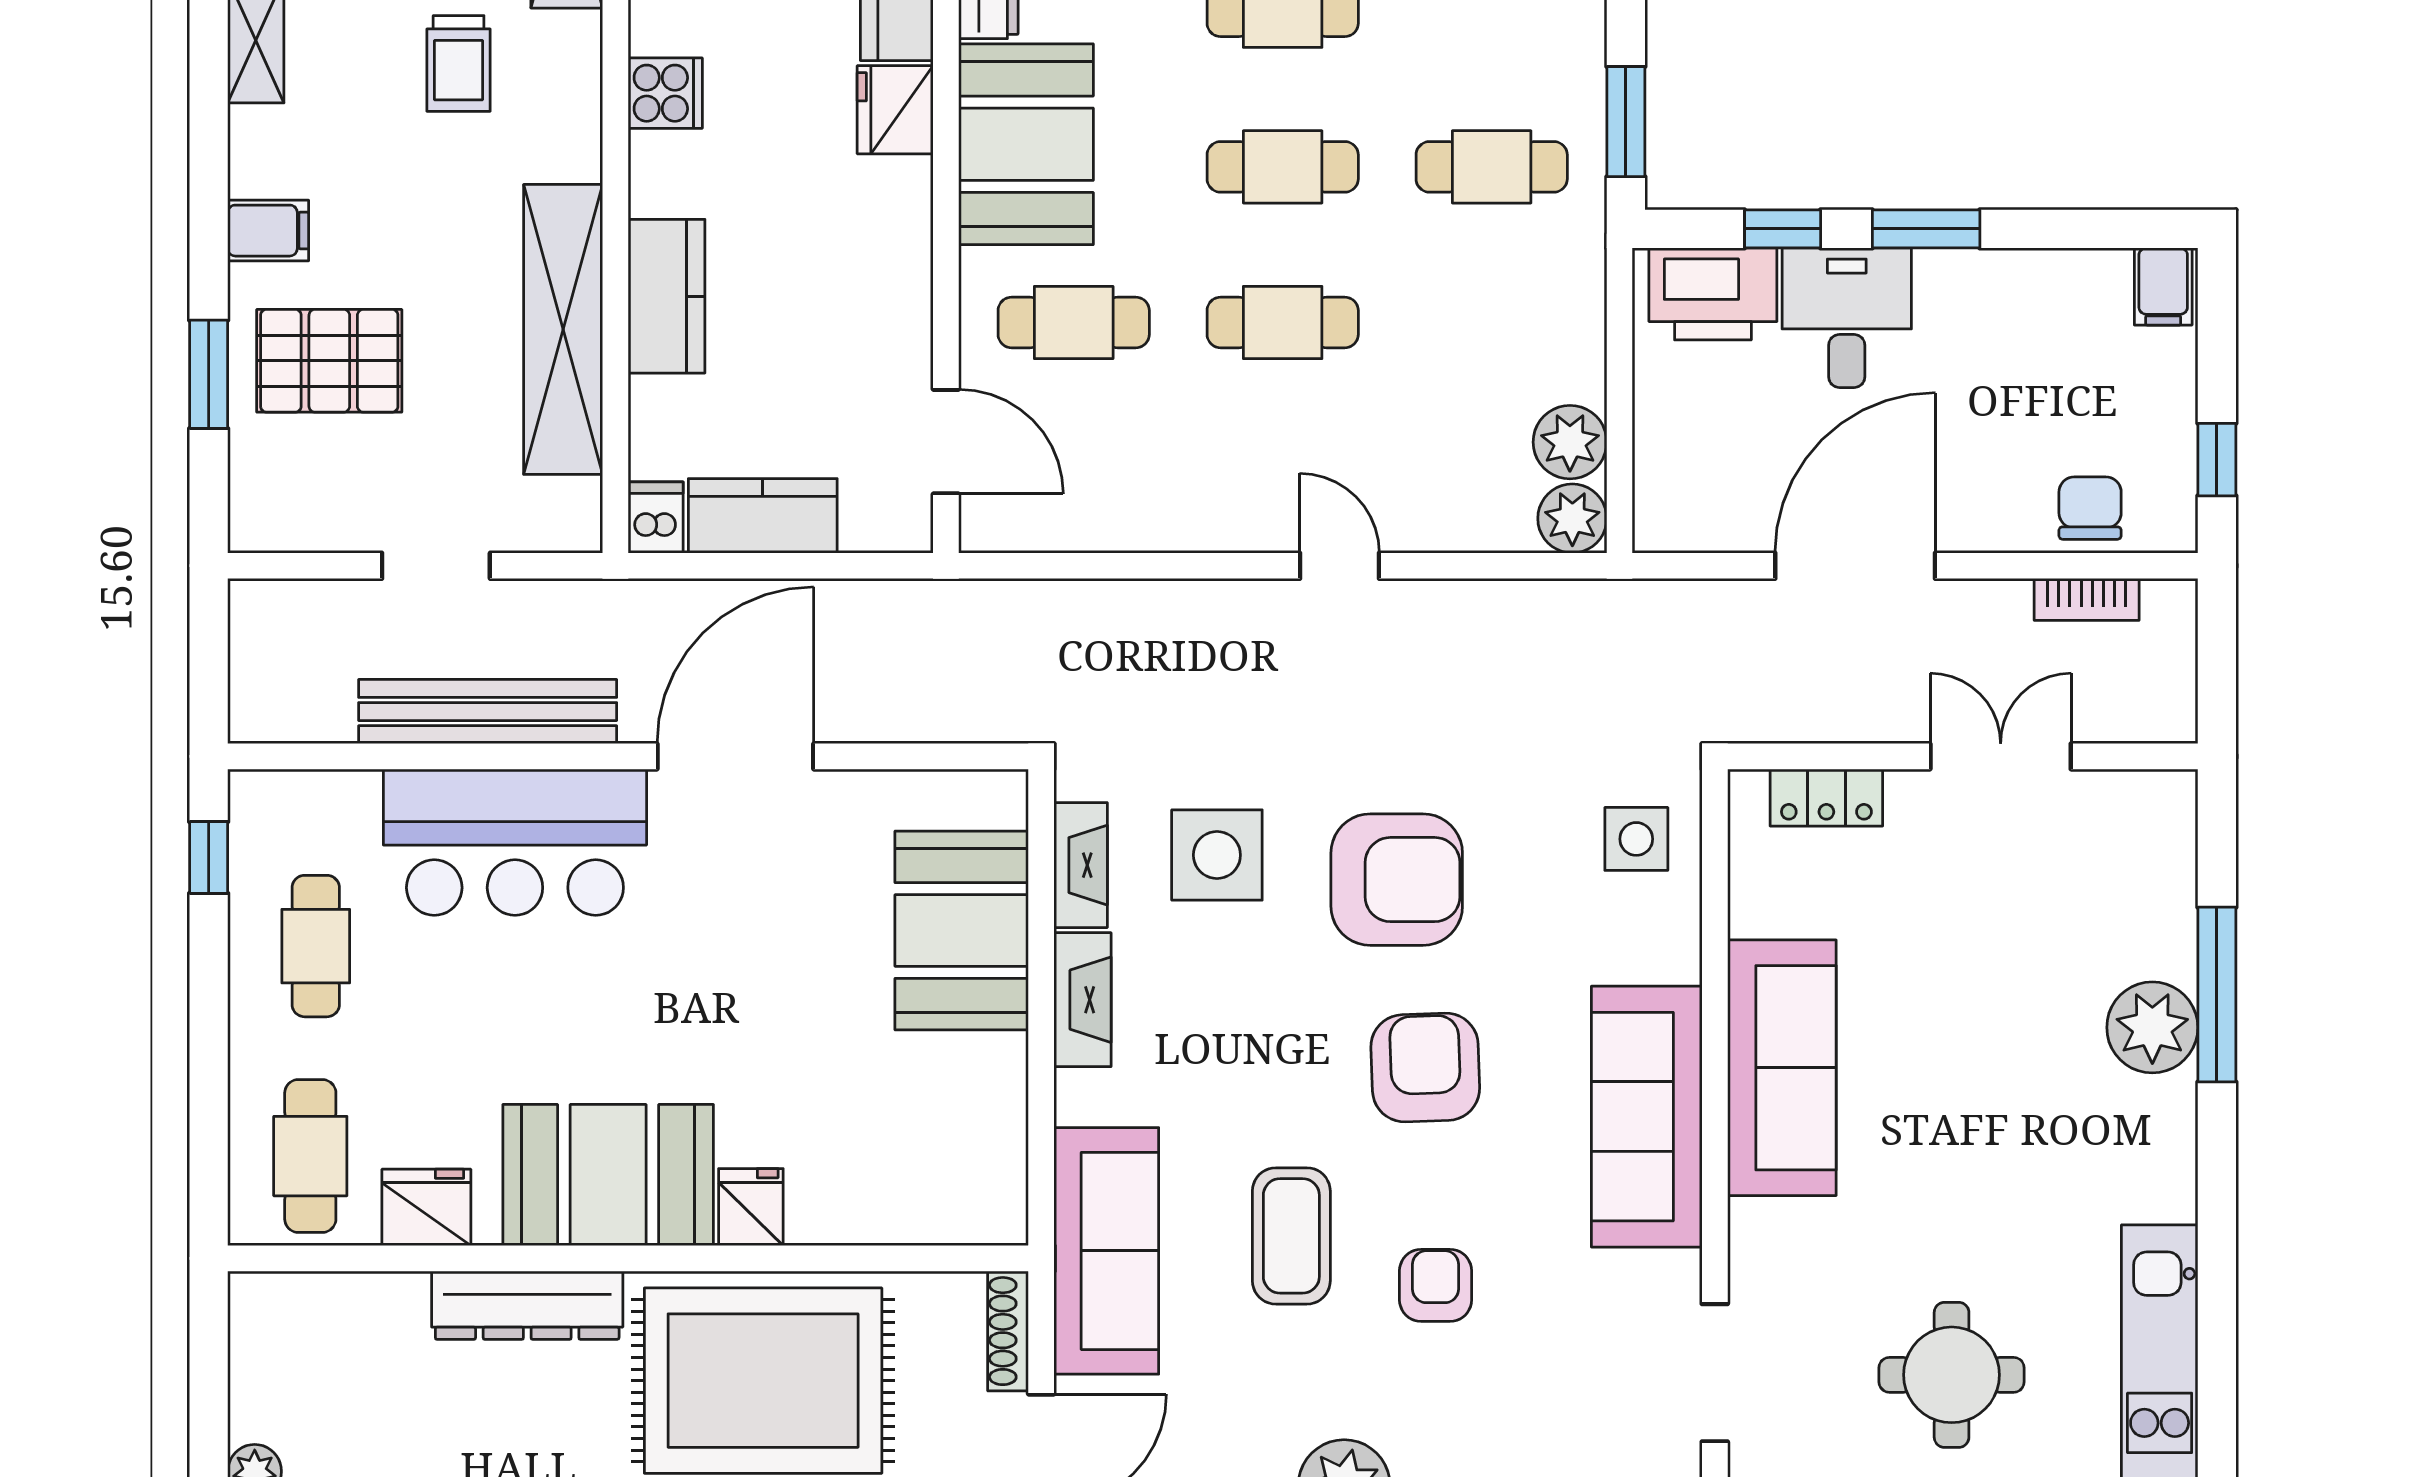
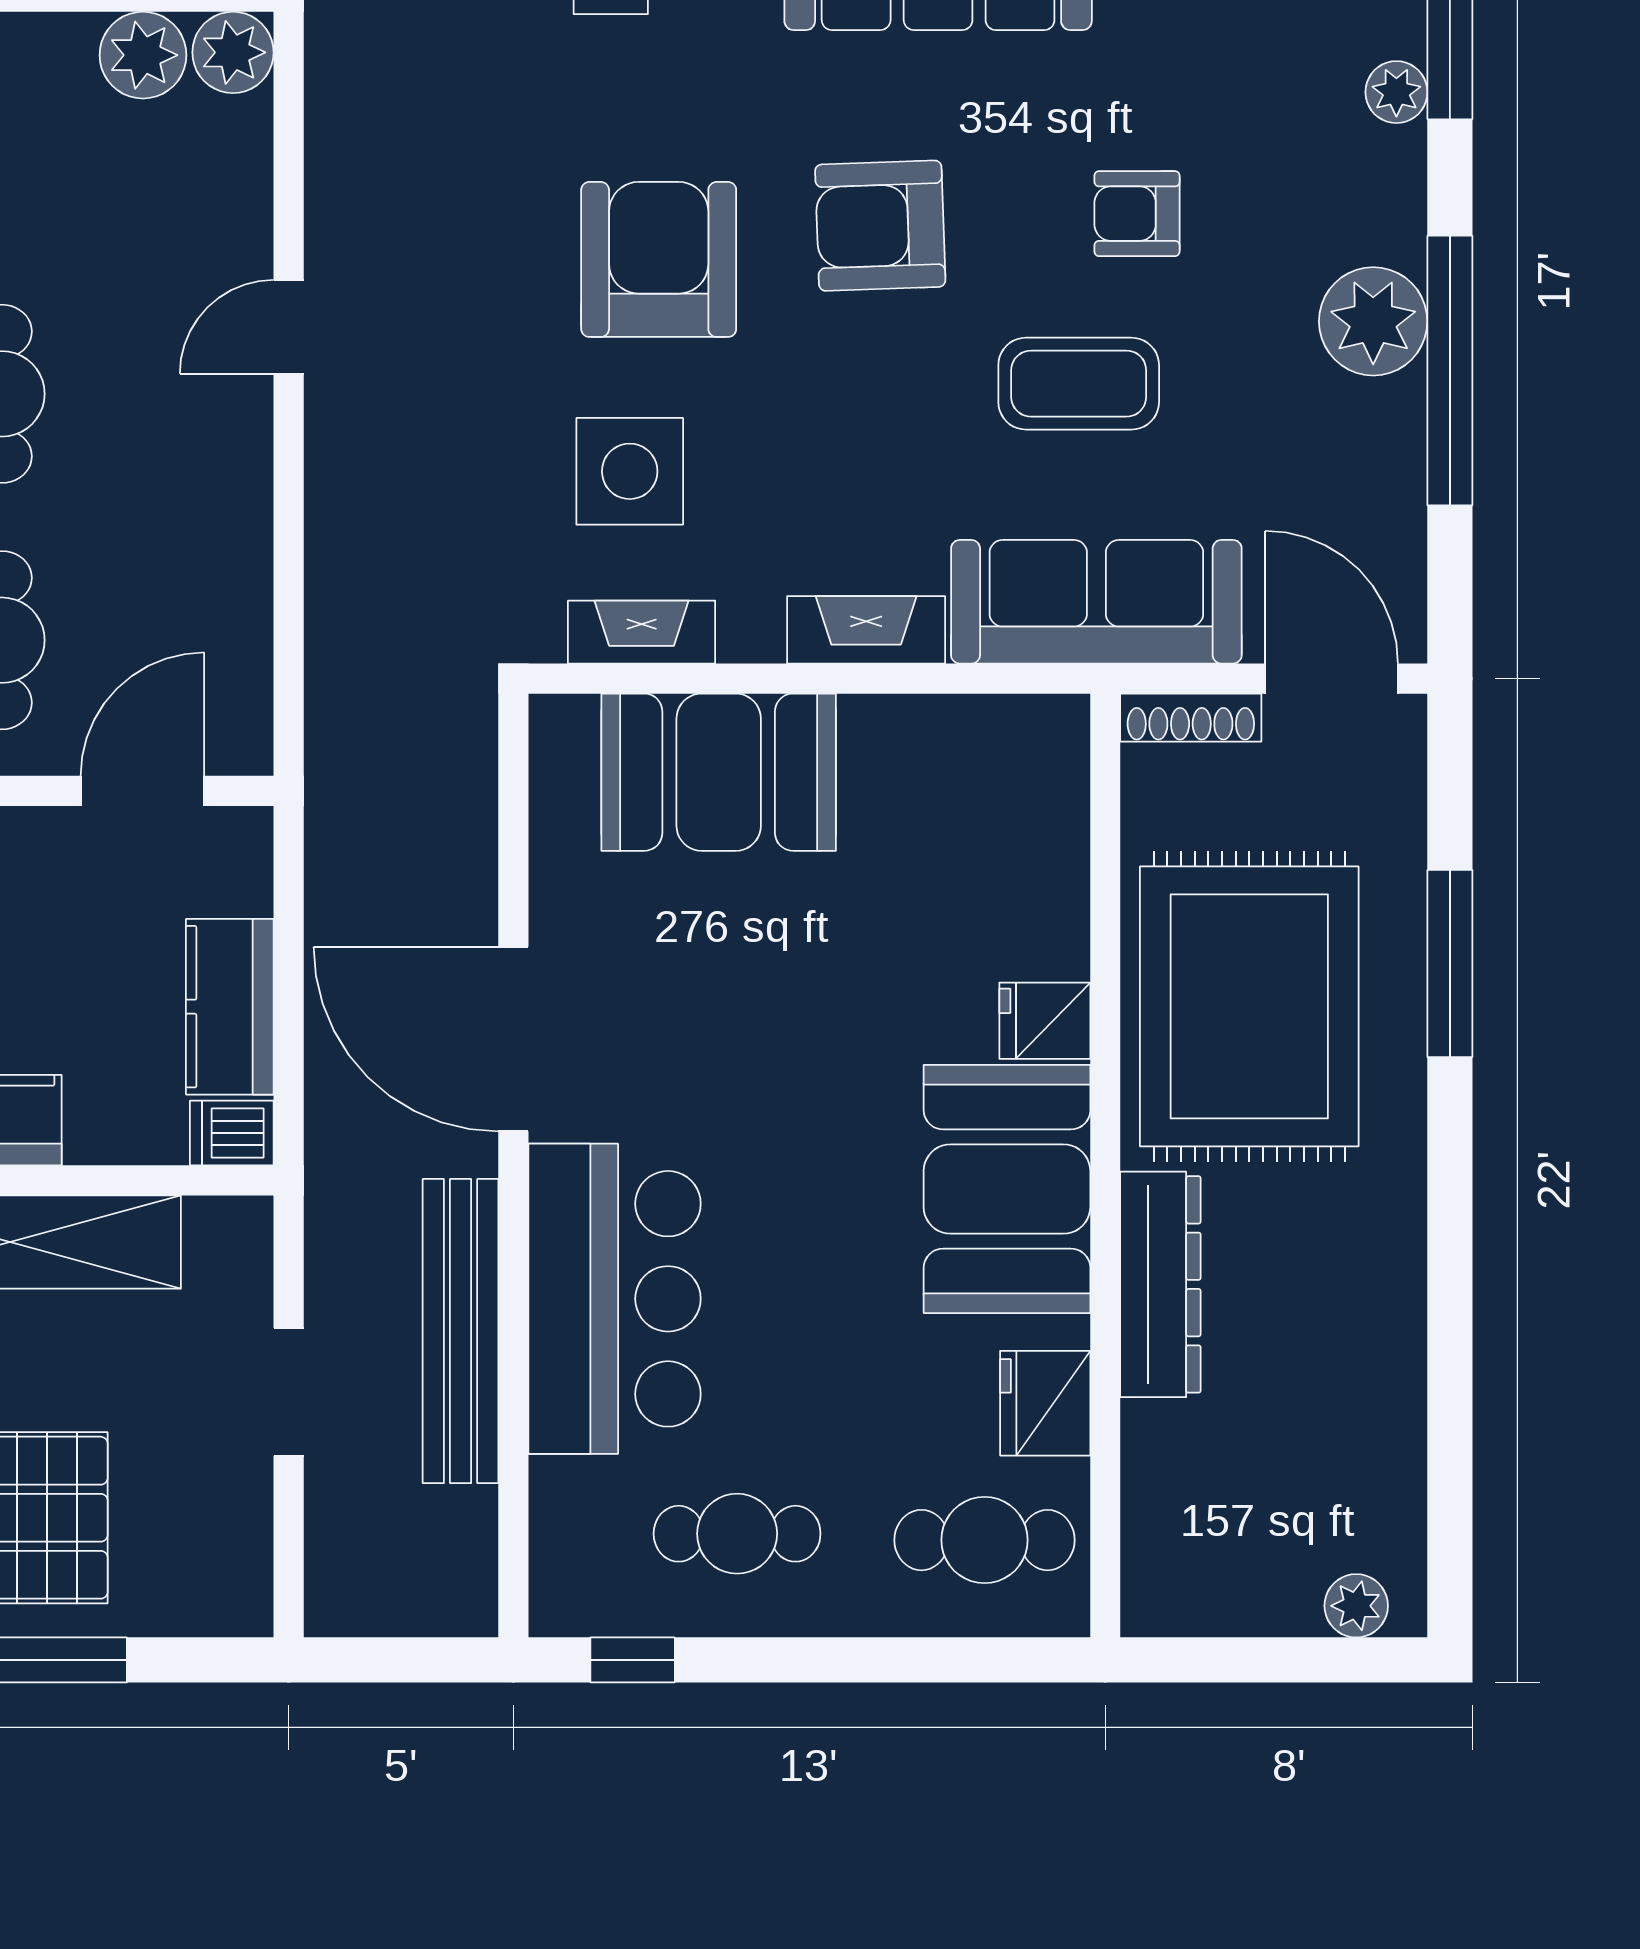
fireplace: (1082, 1000) -> (866, 630), moved

